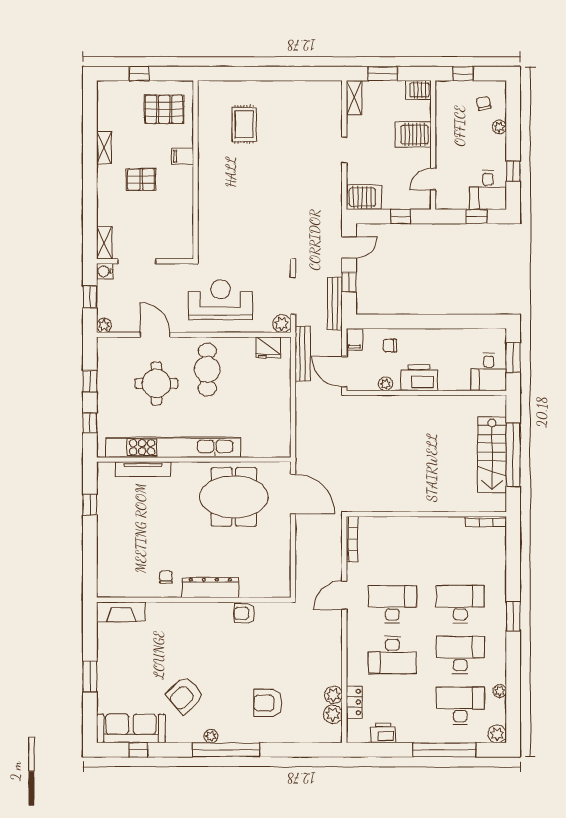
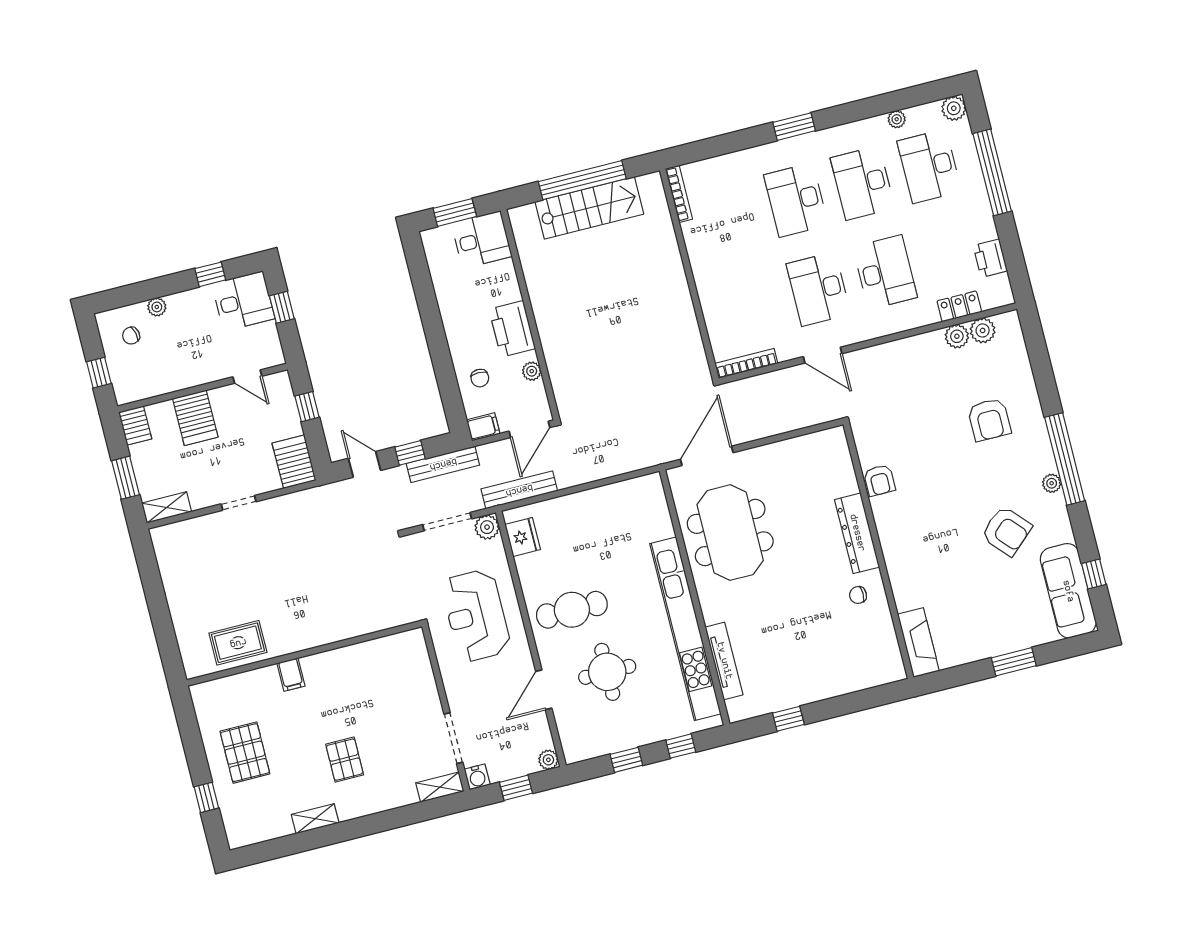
filing cabinet: (183, 156) -> (291, 675), moved
wall: (196, 170) -> (304, 653), moved

